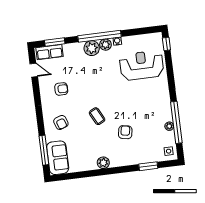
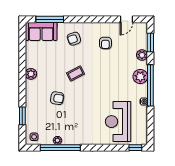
plant: (105, 45) -> (142, 55), moved
row of seats: (50, 52) -> (142, 36), removed
reception desk: (142, 65) -> (118, 122), turned 180

